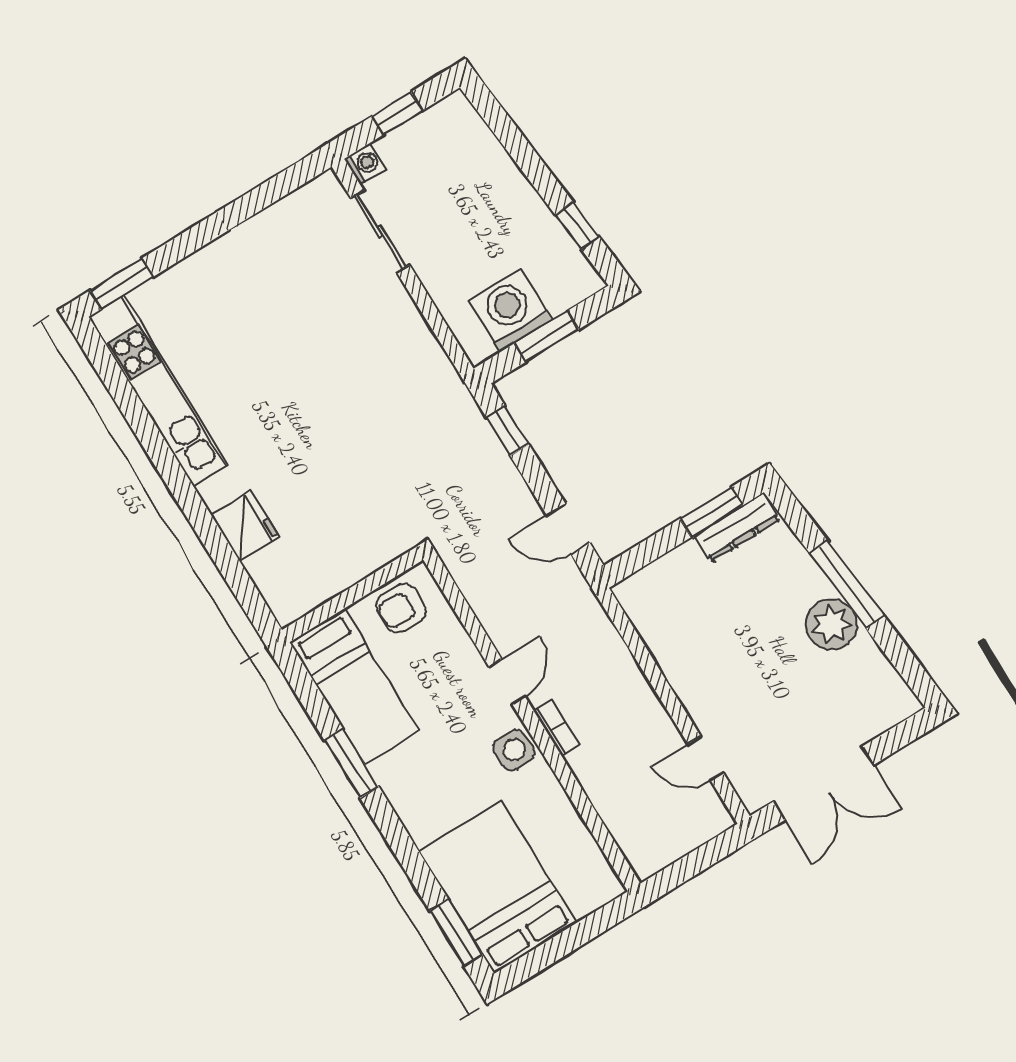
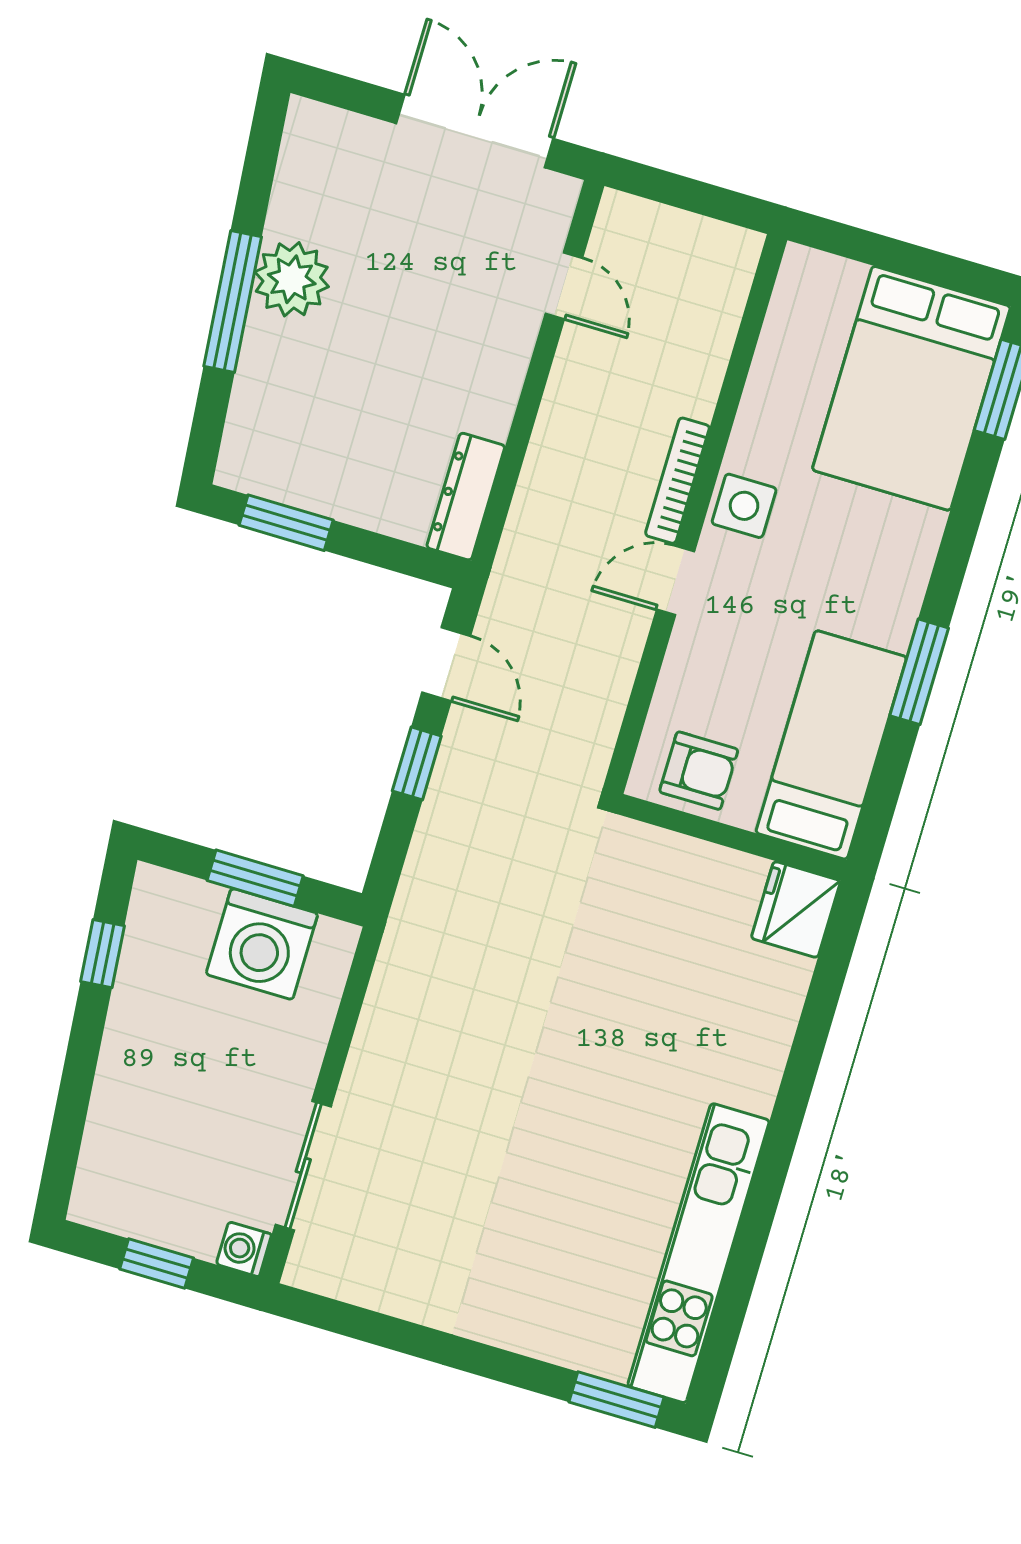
window: (508, 431) -> (417, 763), moved
fridge: (245, 526) -> (796, 909), moved
dresser: (737, 527) -> (466, 497), moved, turned -90
bookcase: (557, 728) -> (677, 481), width x1.56

